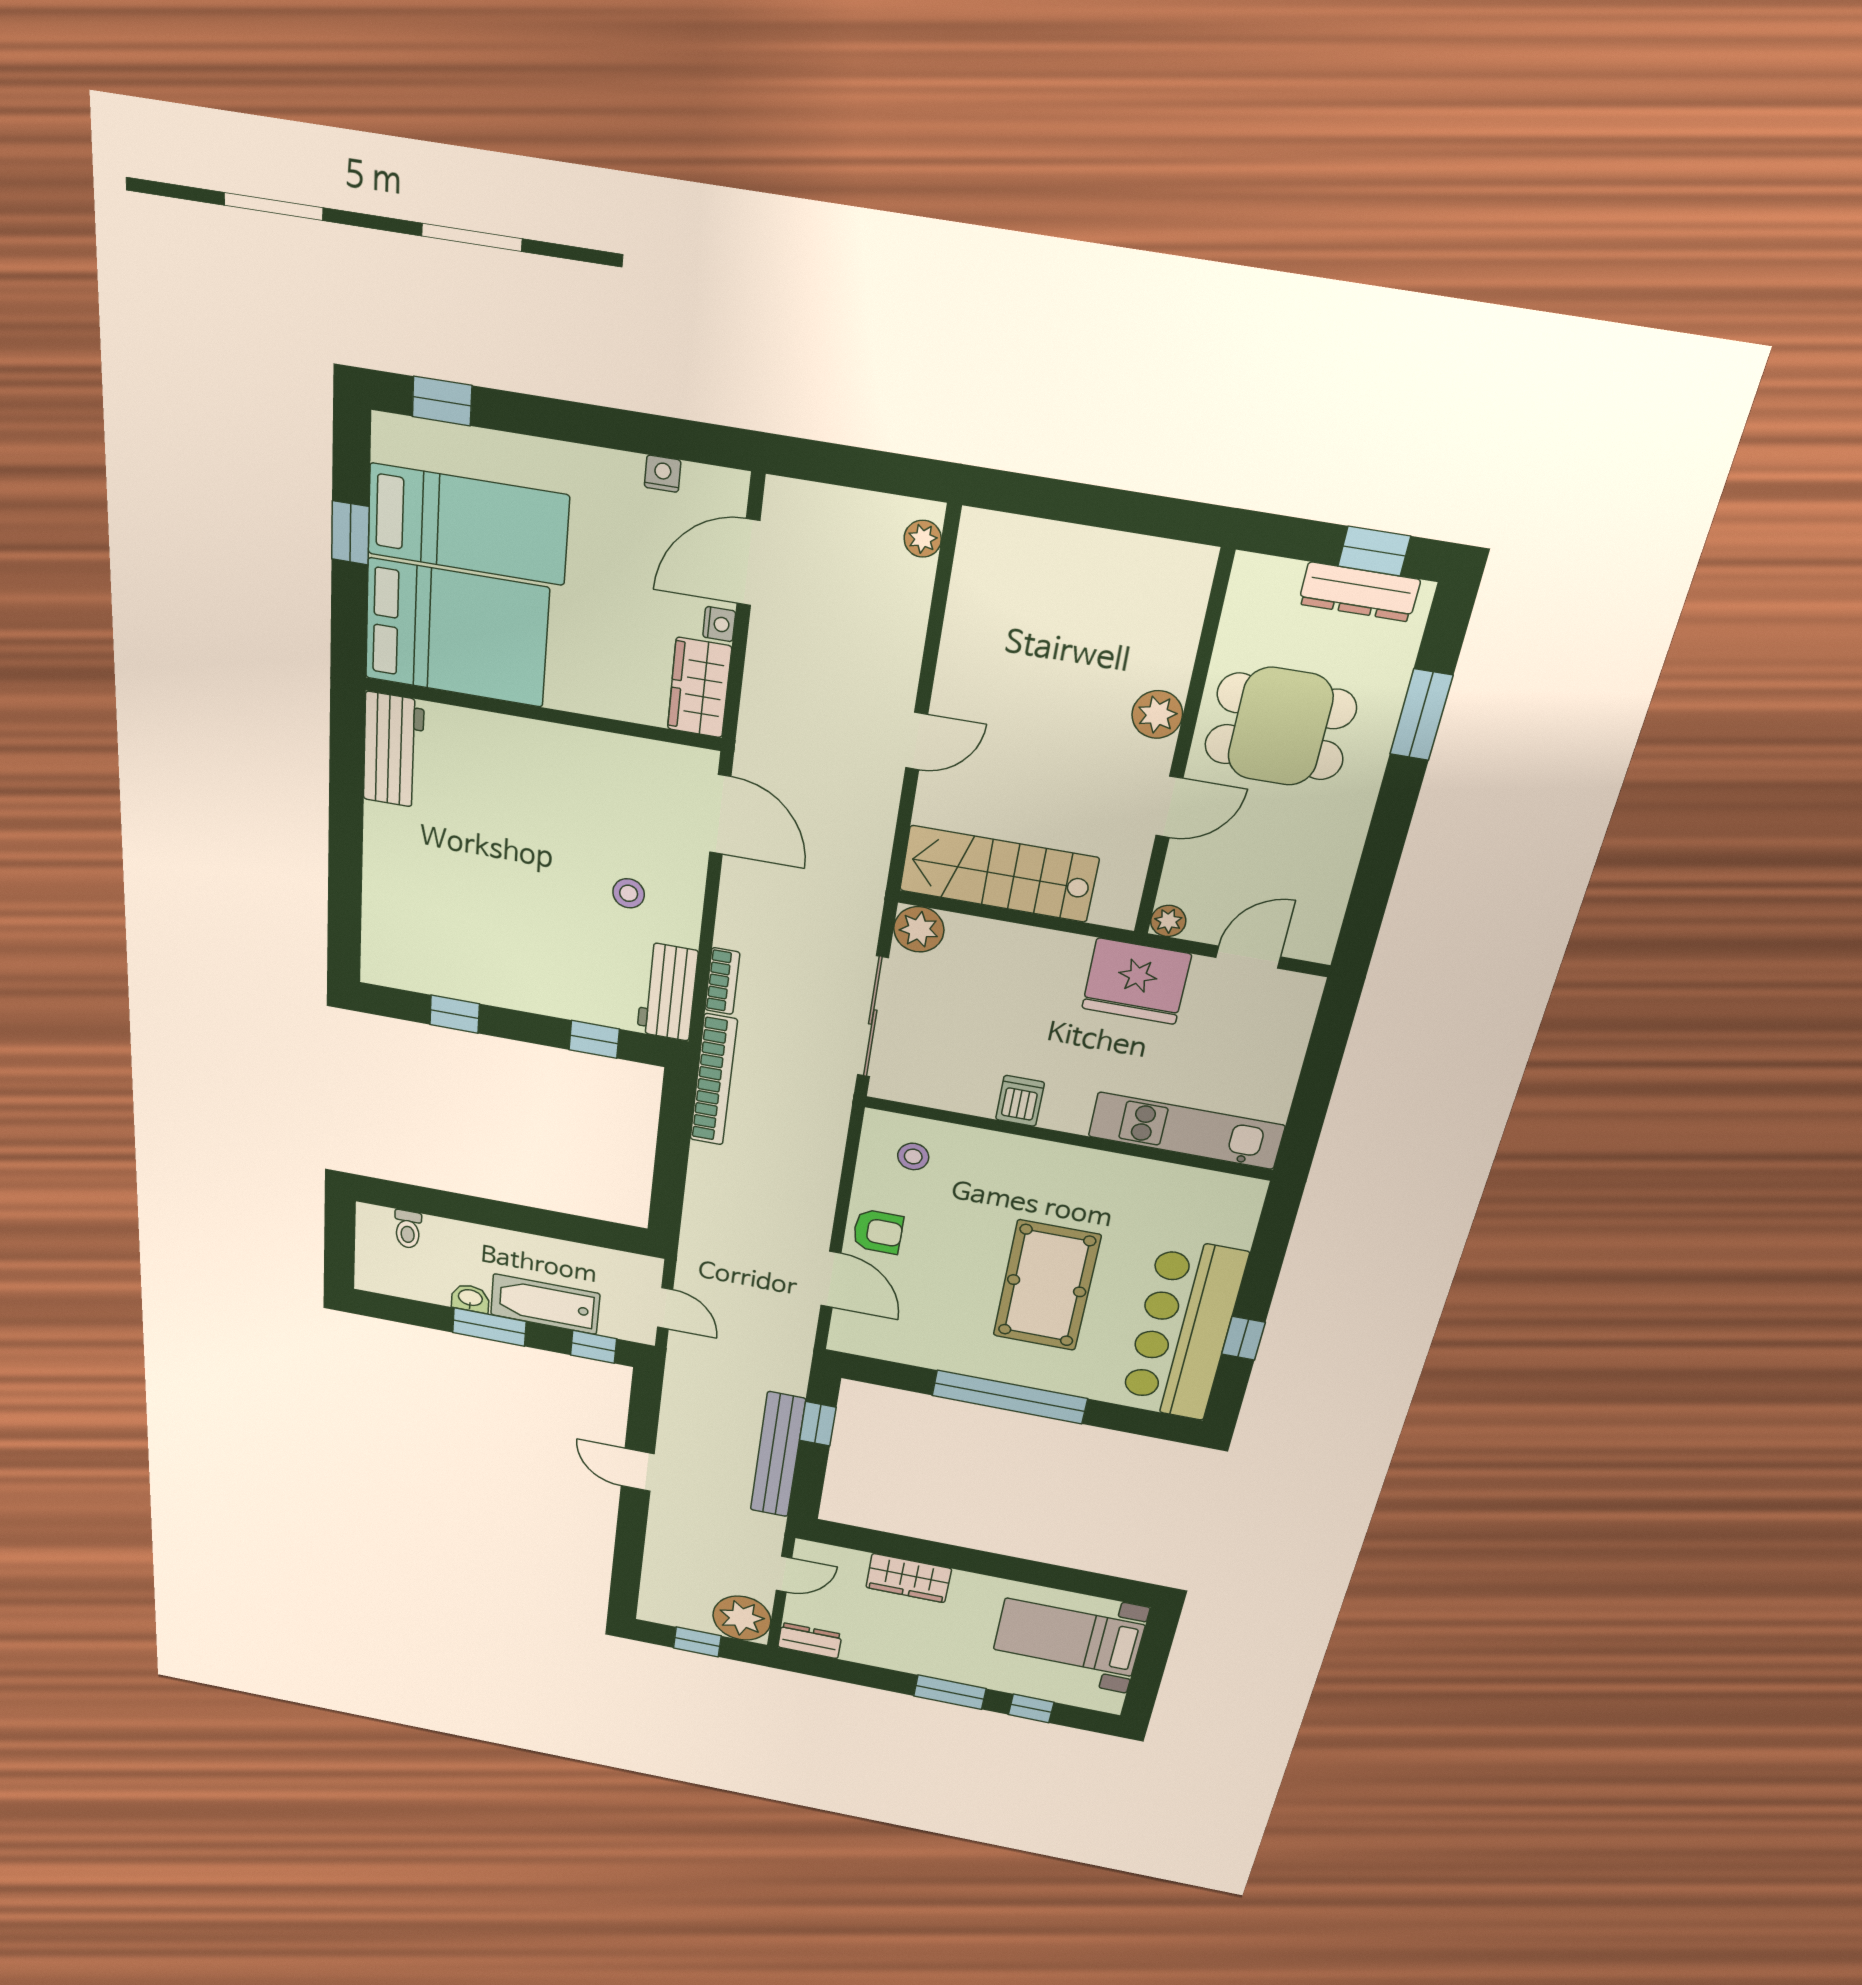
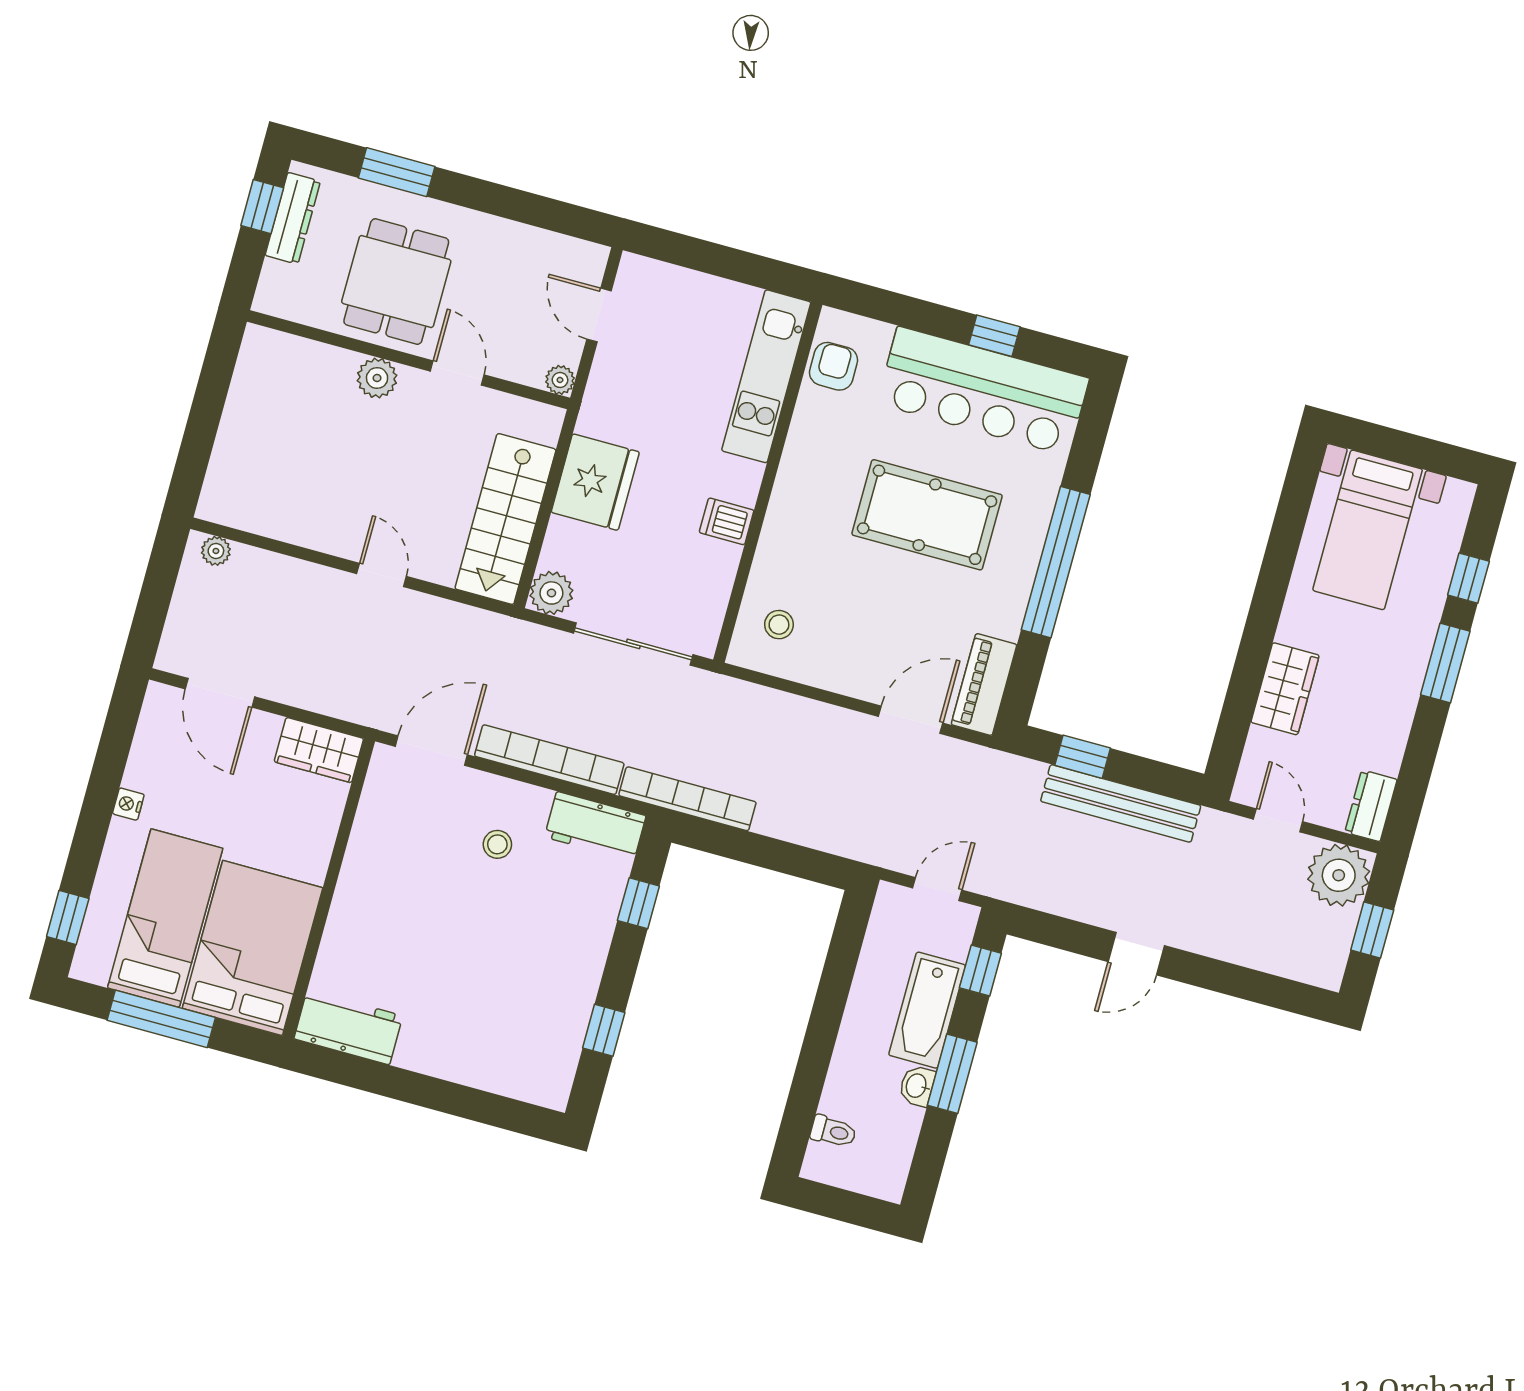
nightstand: (663, 474) -> (128, 804), moved
window: (350, 533) -> (161, 1019), width x2.17
nightstand: (719, 624) -> (267, 725), removed
bookcase: (722, 981) -> (549, 760), width x2.31, depth x1.31
fridge: (1136, 981) -> (595, 482), moved
armchair: (878, 1232) -> (834, 366), moved
piano: (877, 1341) -> (984, 685), added

